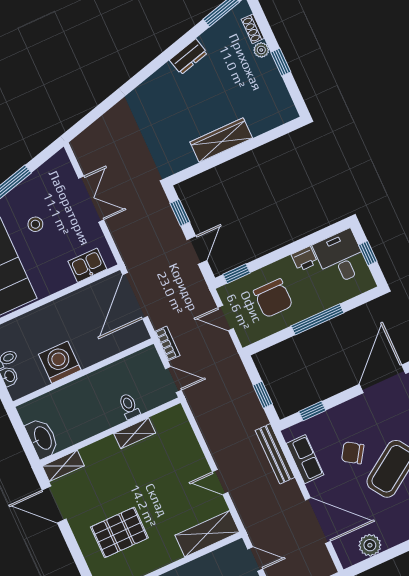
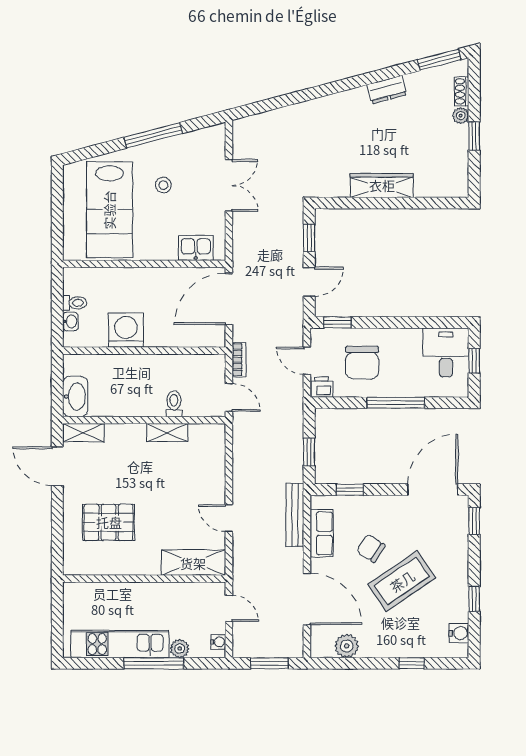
printer: (305, 259) -> (322, 387), moved, turned 180

